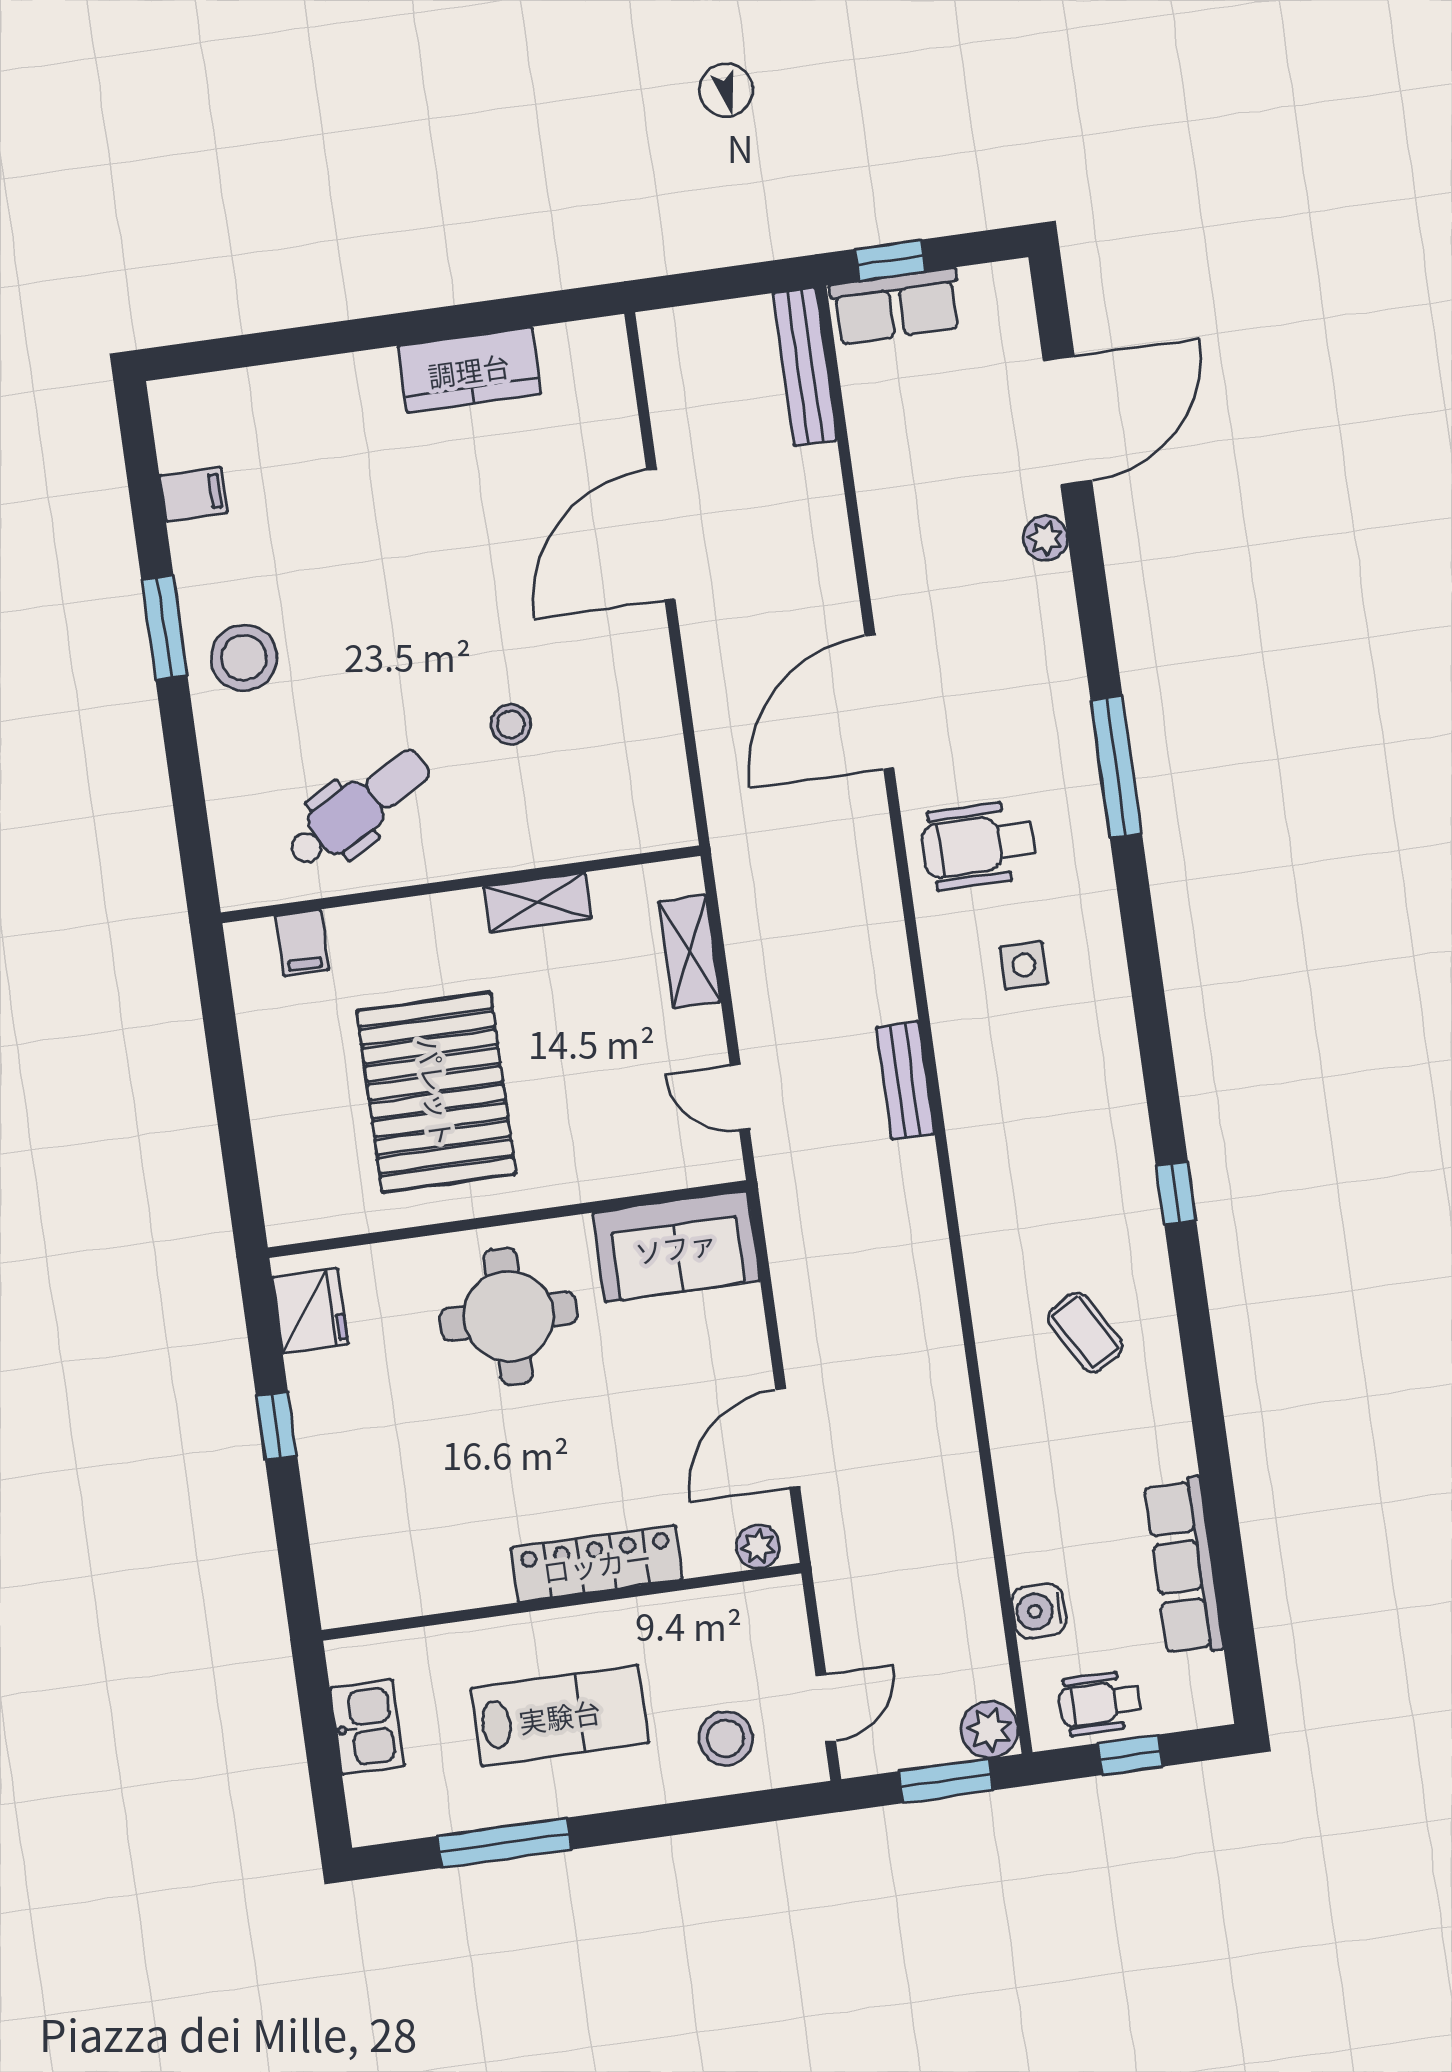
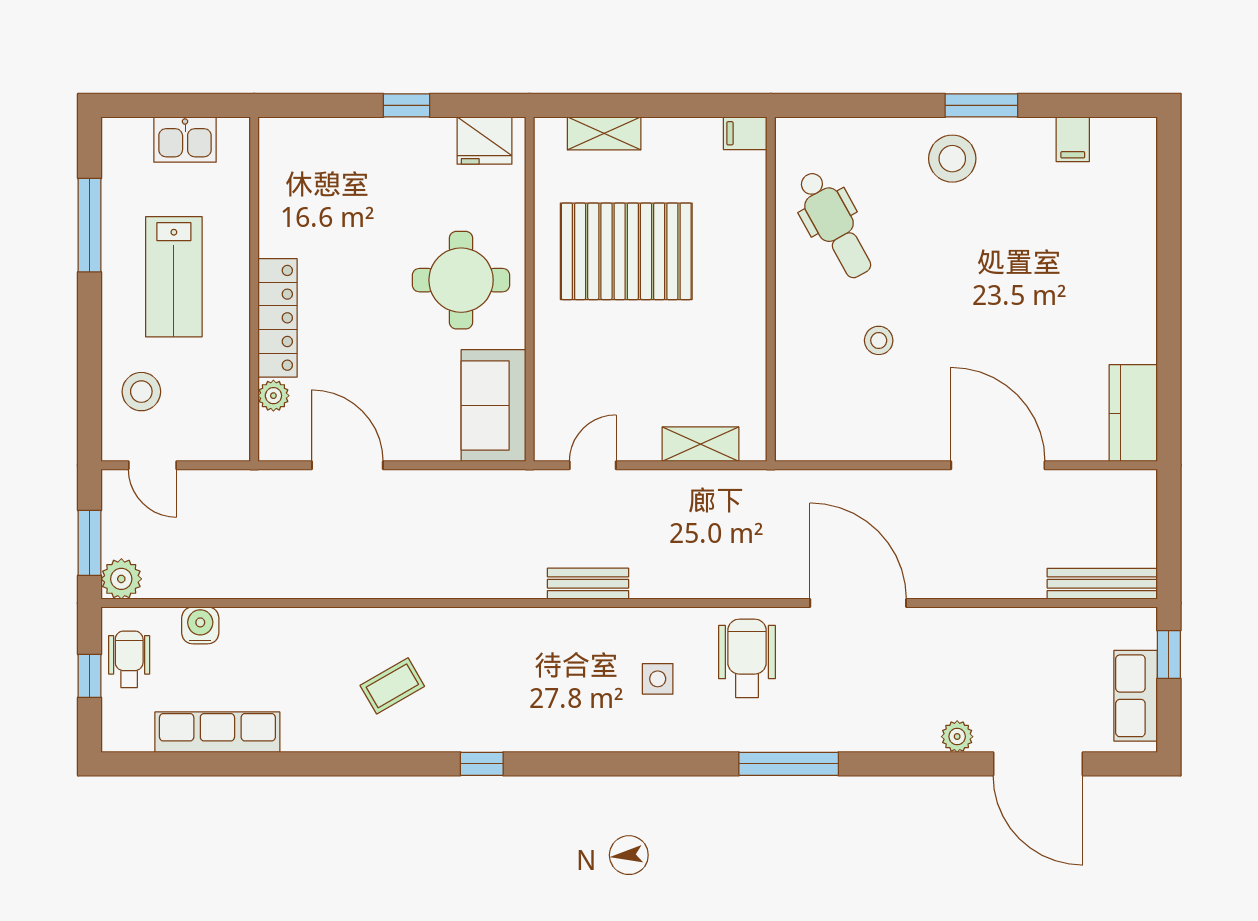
row of seats: (896, 306) -> (1136, 696), moved
kitchen counter: (469, 370) -> (1133, 413), moved
shelving: (537, 902) -> (604, 133), moved, turned 90
filing cabinet: (302, 943) -> (745, 133), moved
plant: (758, 1547) -> (273, 396), moved

